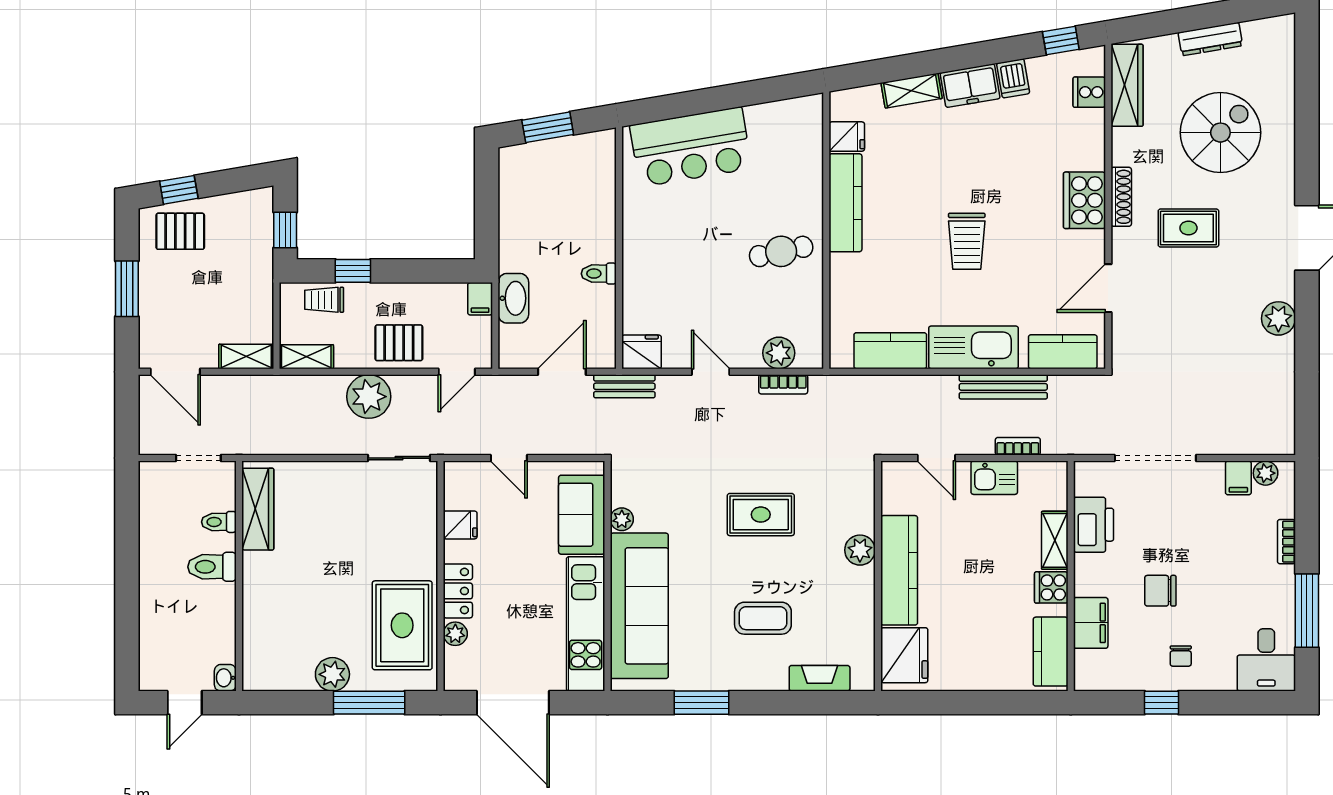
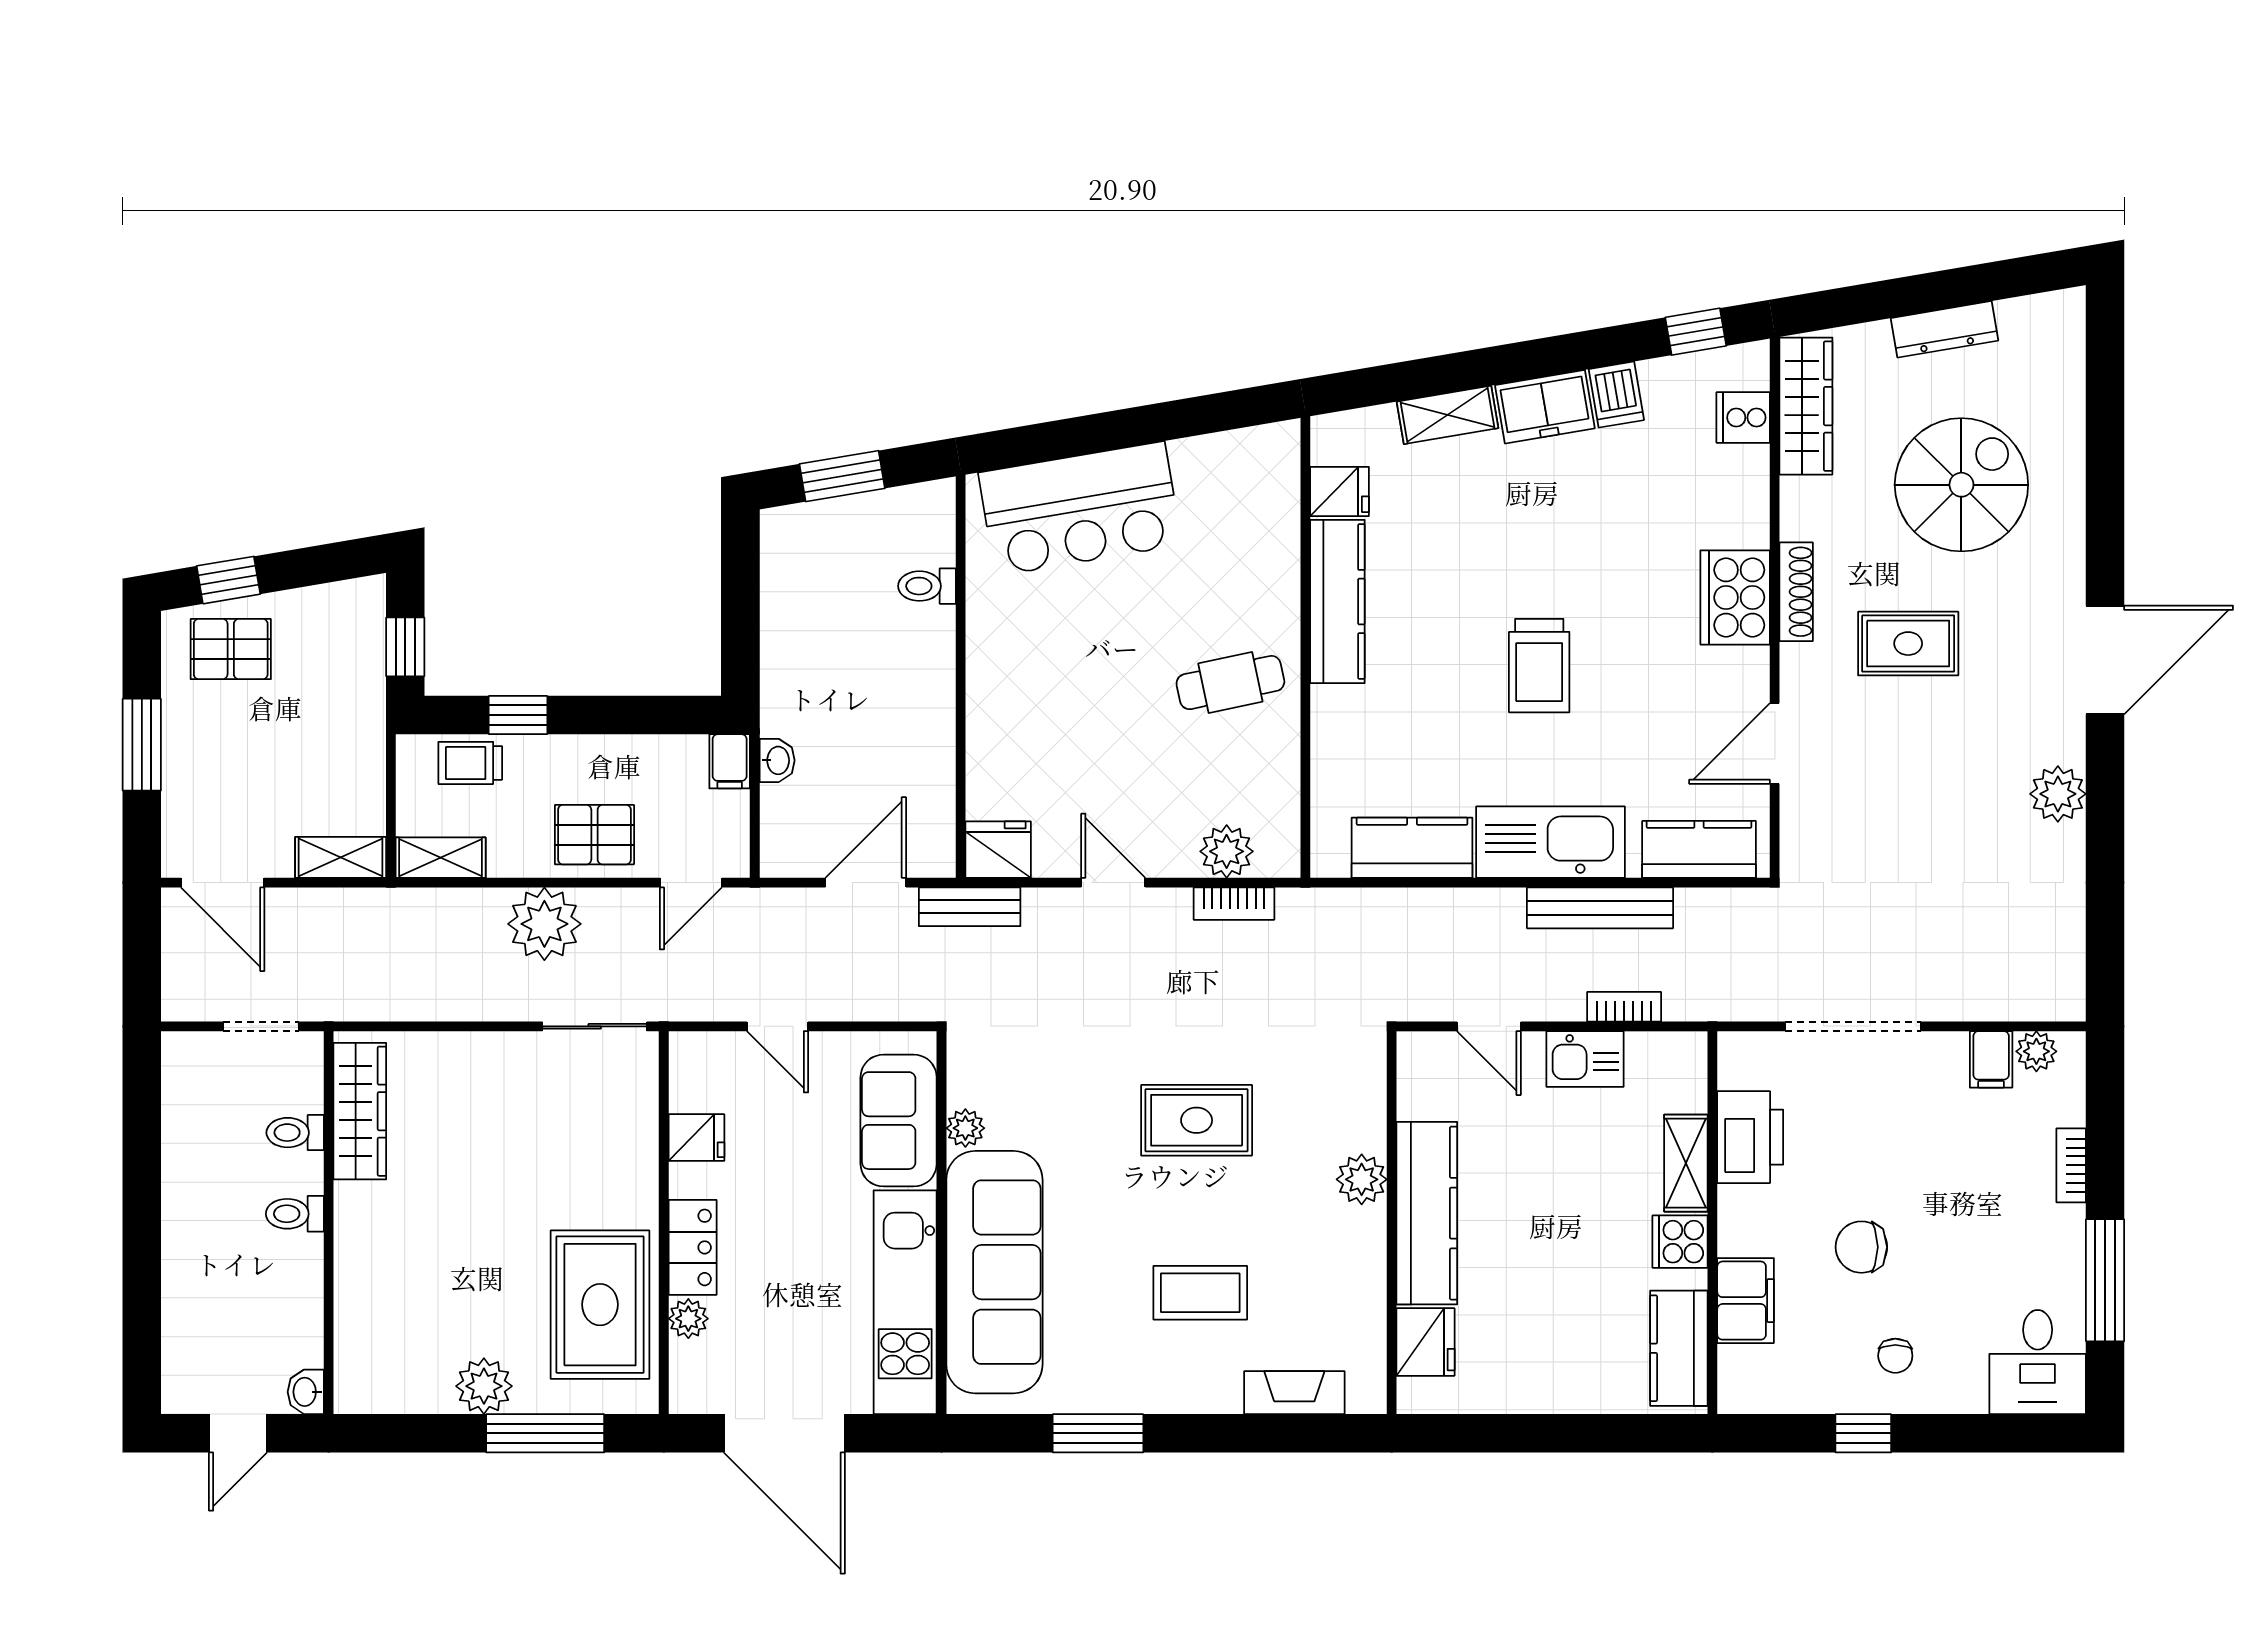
toilet: (599, 274) -> (927, 586), moved
washbasin: (513, 298) -> (777, 760), width x0.52, depth x0.69
toilet: (212, 567) -> (295, 1214), width x0.73, depth x0.72
fridge: (904, 655) -> (1425, 1342), width x0.73, depth x0.75

